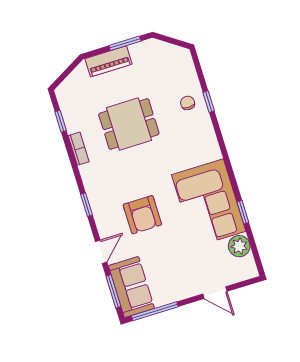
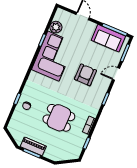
piano: (109, 61) -> (33, 146), moved
sofa: (131, 287) -> (108, 38), moved, turned -90

